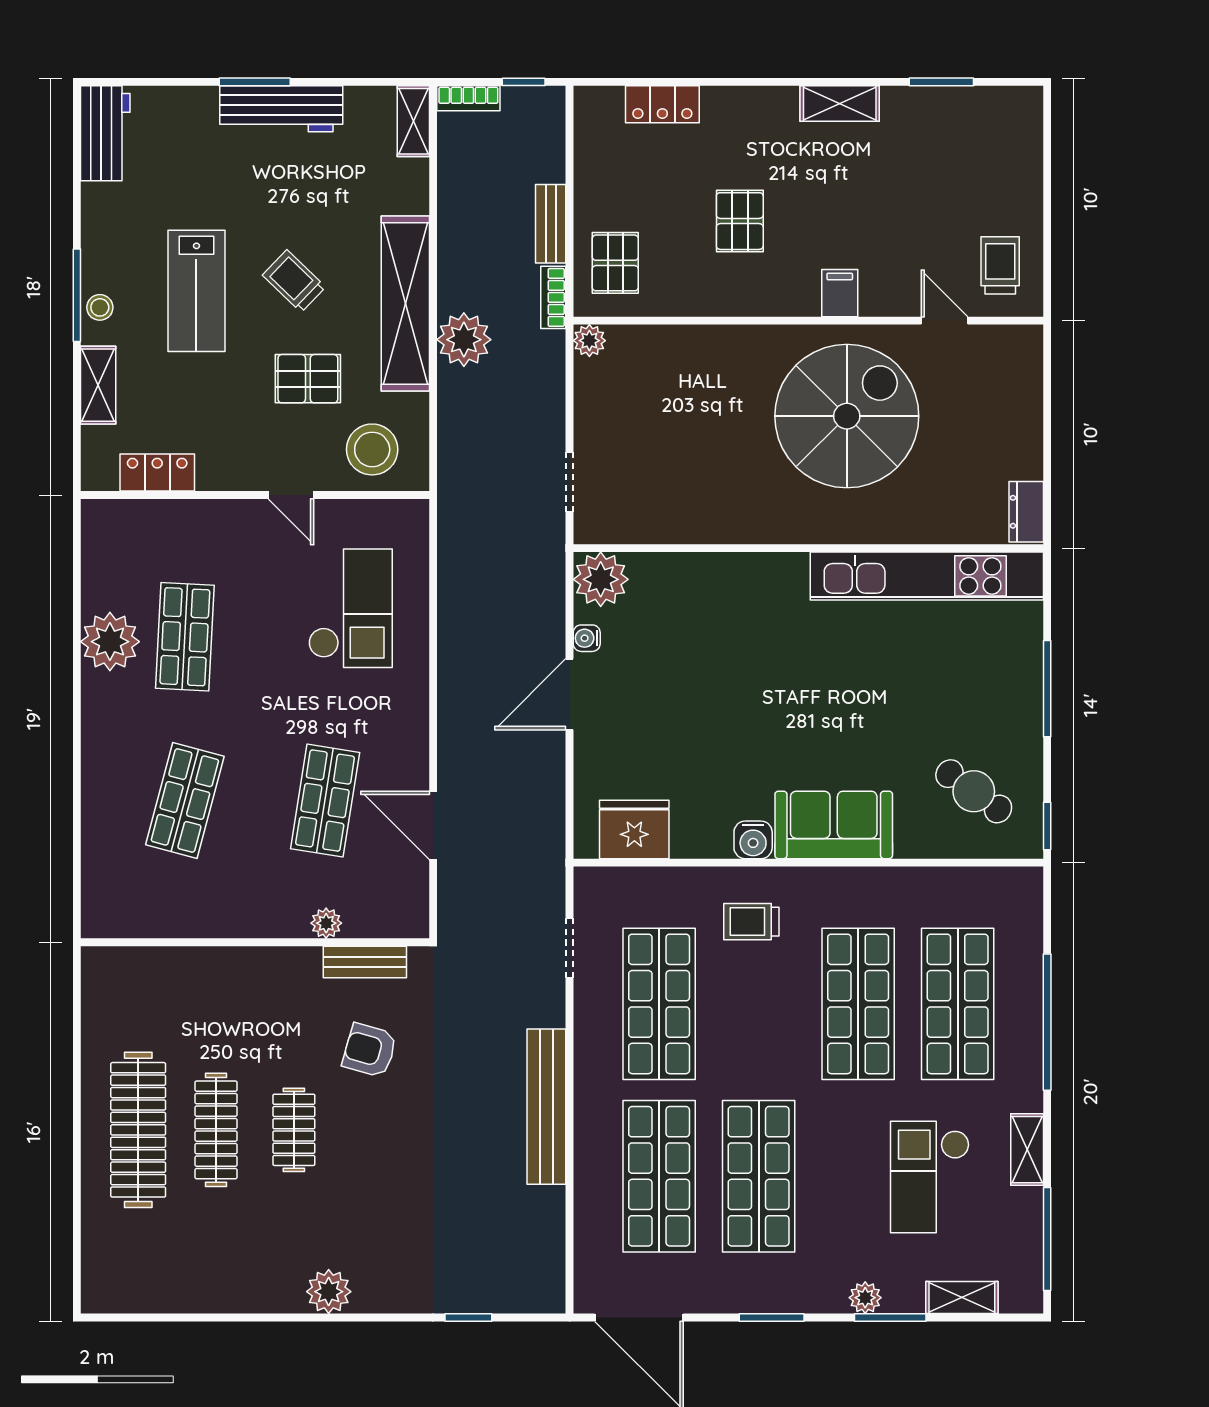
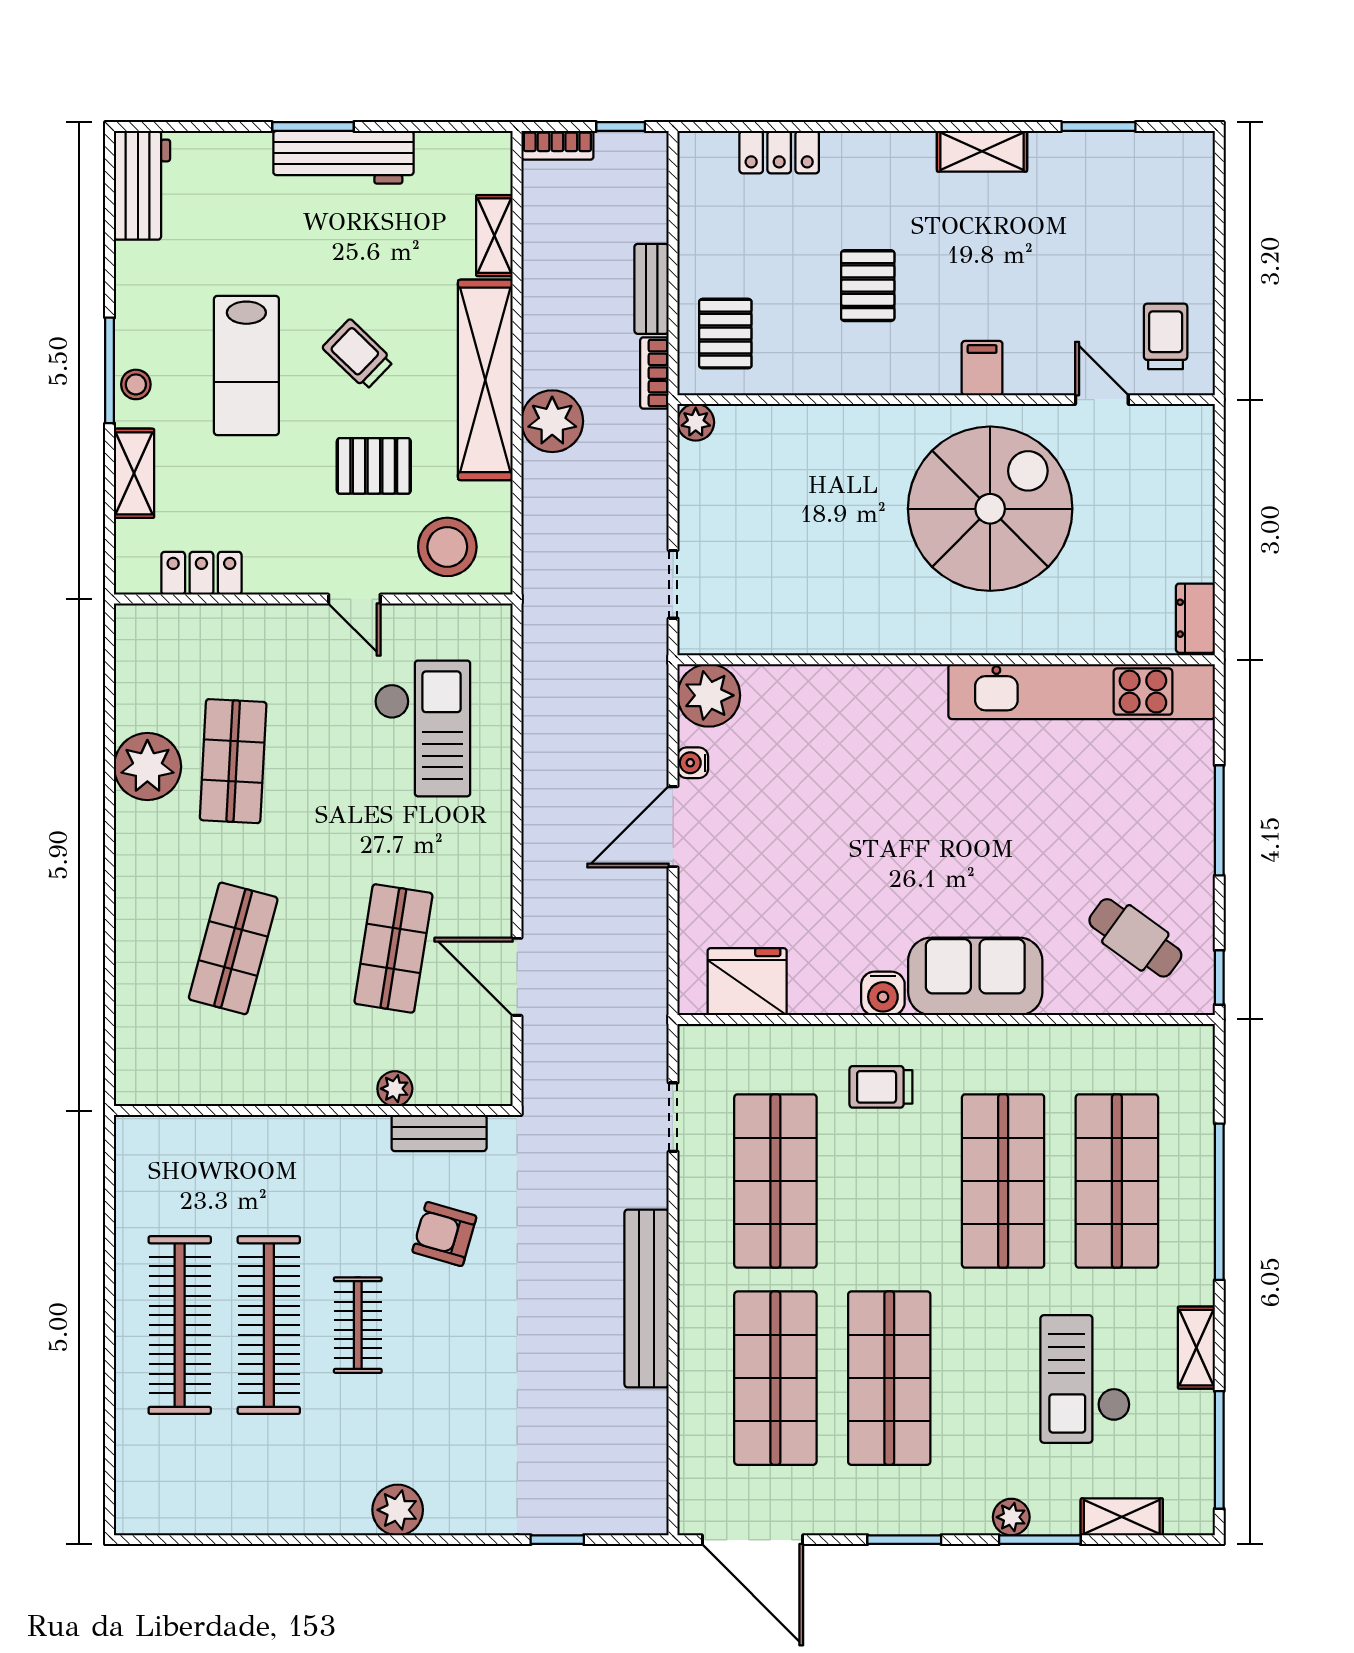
shelving: (413, 121) -> (494, 236), moved
clothes rail: (216, 1130) -> (269, 1325), width x1.37, depth x1.31

